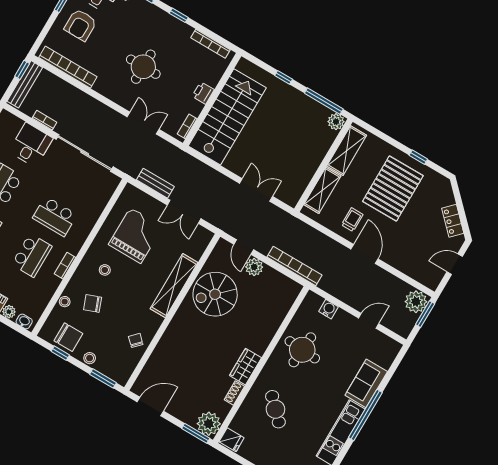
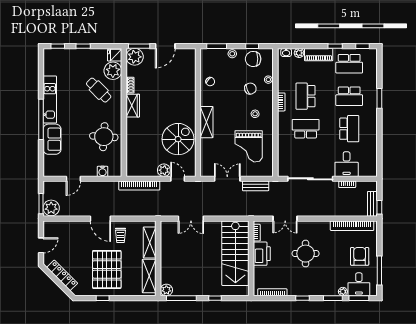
bench: (25, 84) -> (372, 204), width x0.73
printer: (203, 93) -> (262, 254), width x1.87, depth x1.48
locker: (453, 221) -> (62, 275), width x1.53
shelving: (174, 286) -> (207, 122), width x0.68
door: (150, 407) -> (165, 46), moved
plant: (245, 422) -> (113, 71), added

